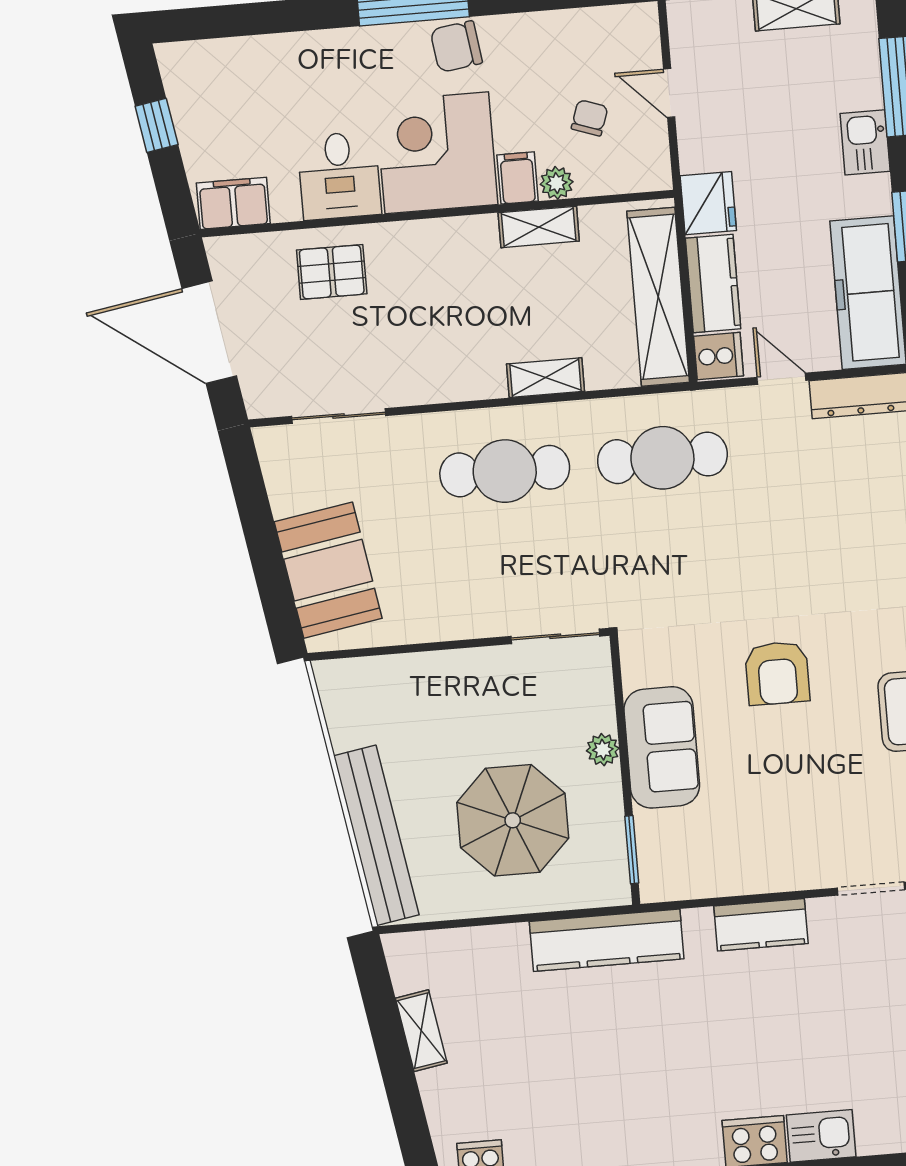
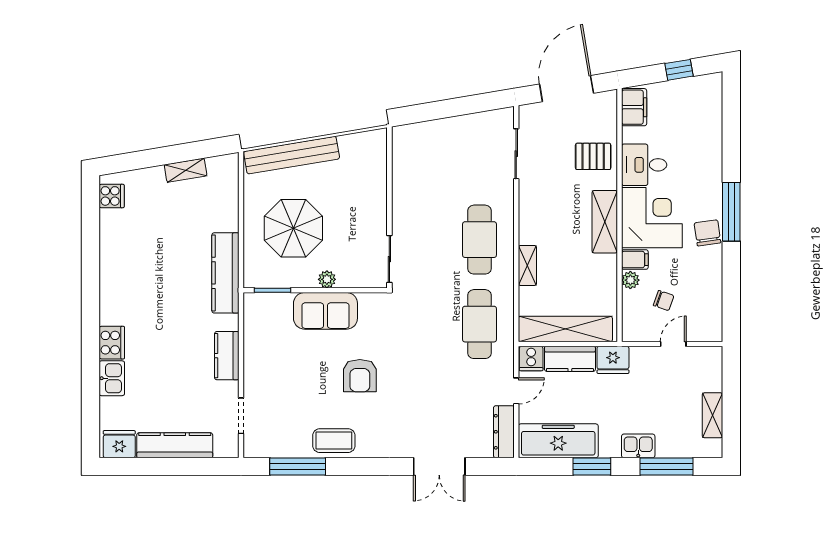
shelving: (539, 227) -> (605, 222), moved, width x1.50, depth x1.33
pallet: (332, 272) -> (593, 156), turned 90
booth: (328, 570) -> (435, 141), removed
armchair: (777, 673) -> (360, 376), turned -90

